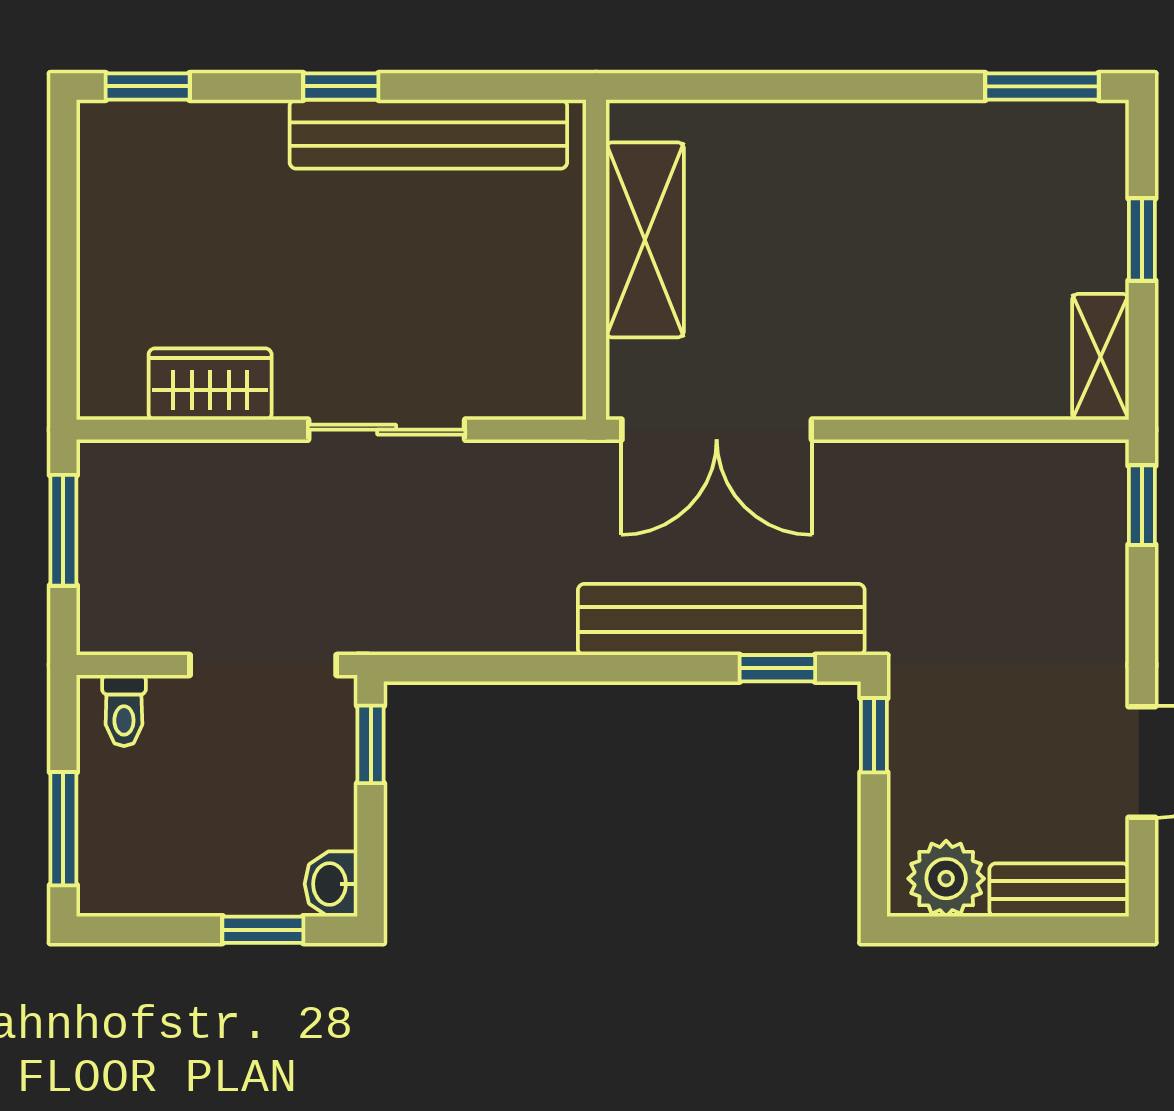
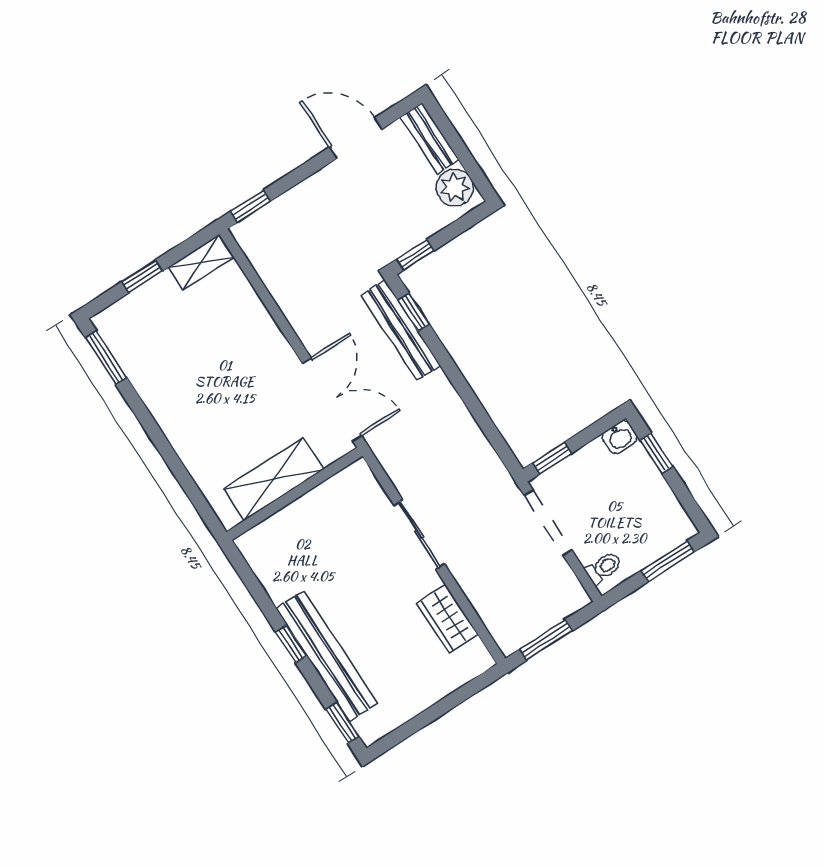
bench: (428, 134) -> (327, 656), moved
bench: (721, 619) -> (401, 330), width x0.73, depth x0.82

